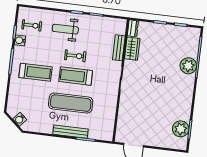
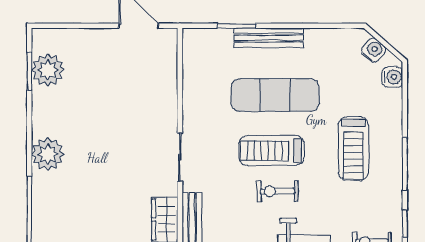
water cooler: (20, 40) -> (392, 77), moved
plant: (188, 66) -> (48, 154), moved
treadmill: (35, 72) -> (353, 148), turned -90
treadmill: (76, 76) -> (272, 151), turned 180

